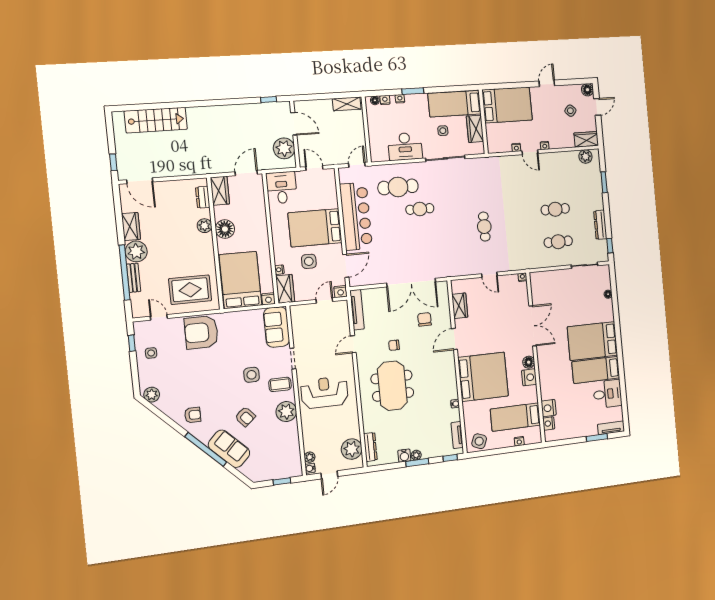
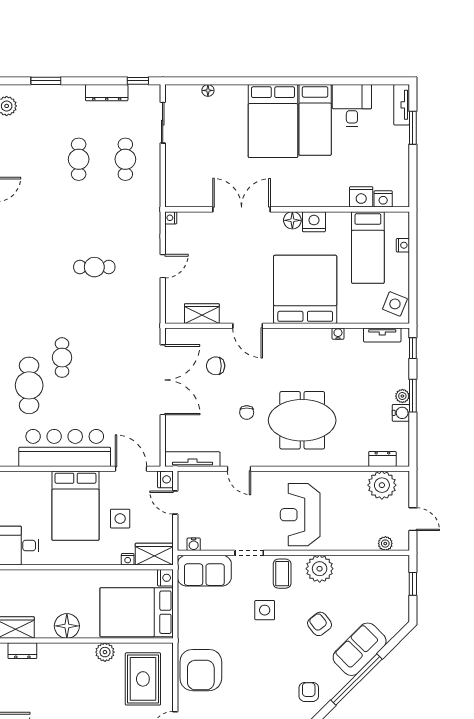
plant: (204, 226) -> (105, 652), moved
armchair: (245, 417) -> (320, 624), turned -87
dresser: (370, 447) -> (382, 459), width x0.70
water cooler: (310, 468) -> (194, 544), moved

